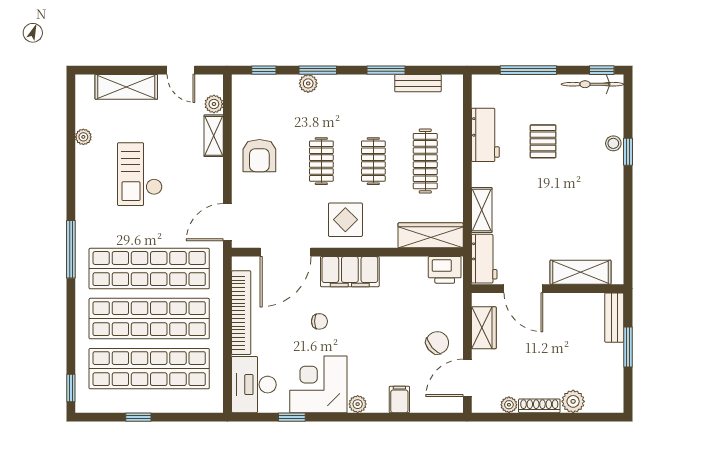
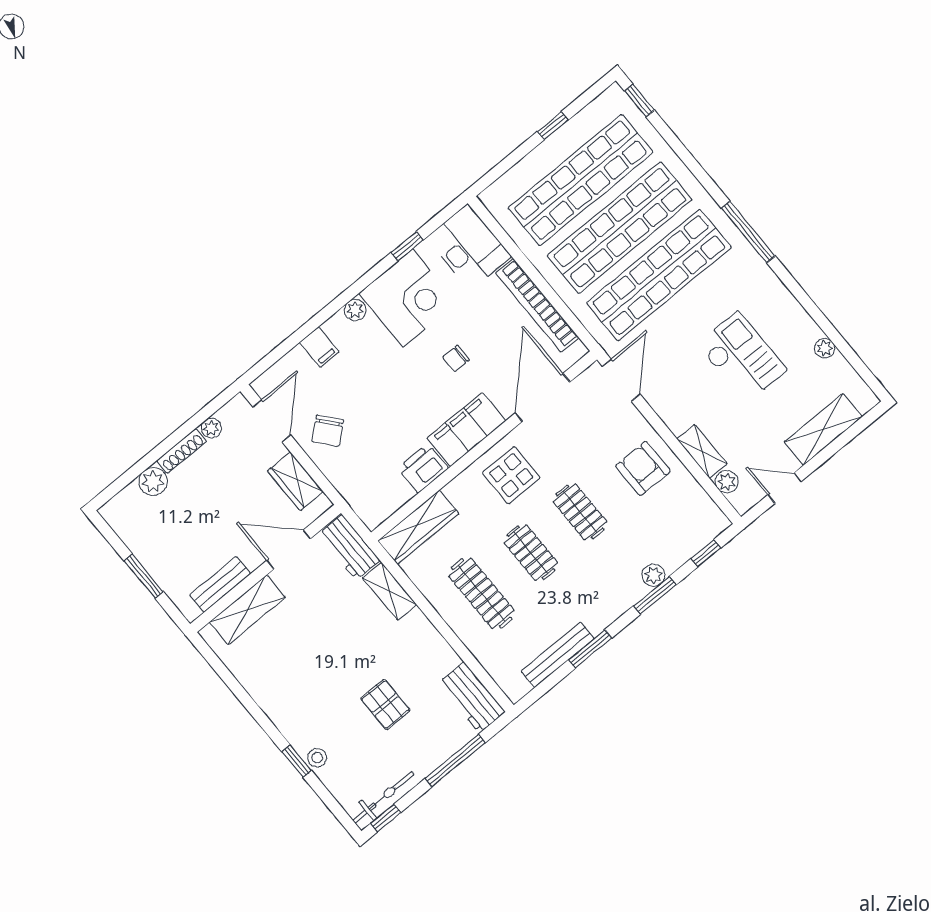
bench: (418, 83) -> (558, 655), width x1.36
workbench: (485, 135) -> (472, 697), moved
printer: (445, 270) -> (423, 468), moved
bench: (614, 318) -> (220, 584), moved, turned 90

